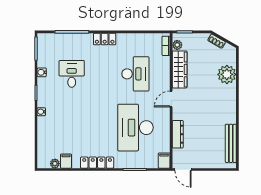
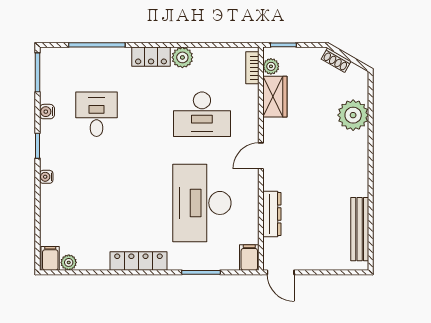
plant: (124, 40) -> (182, 57), added
wardrobe: (180, 69) -> (275, 97), width x0.67
desk: (135, 74) -> (202, 114), turned 90
filing cabinet: (66, 161) -> (50, 258), moved

